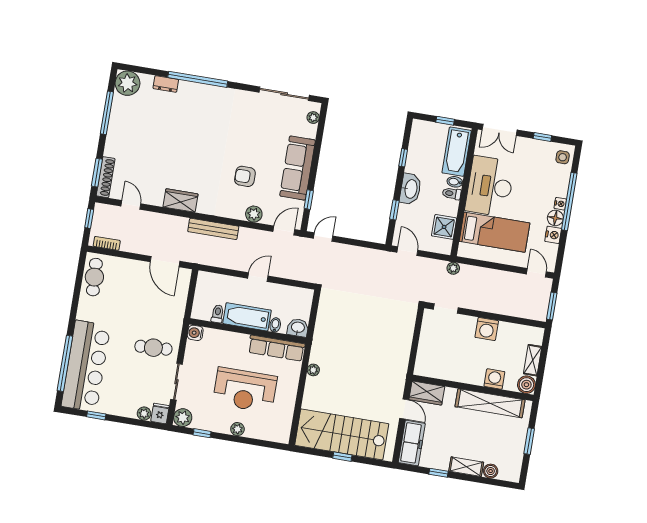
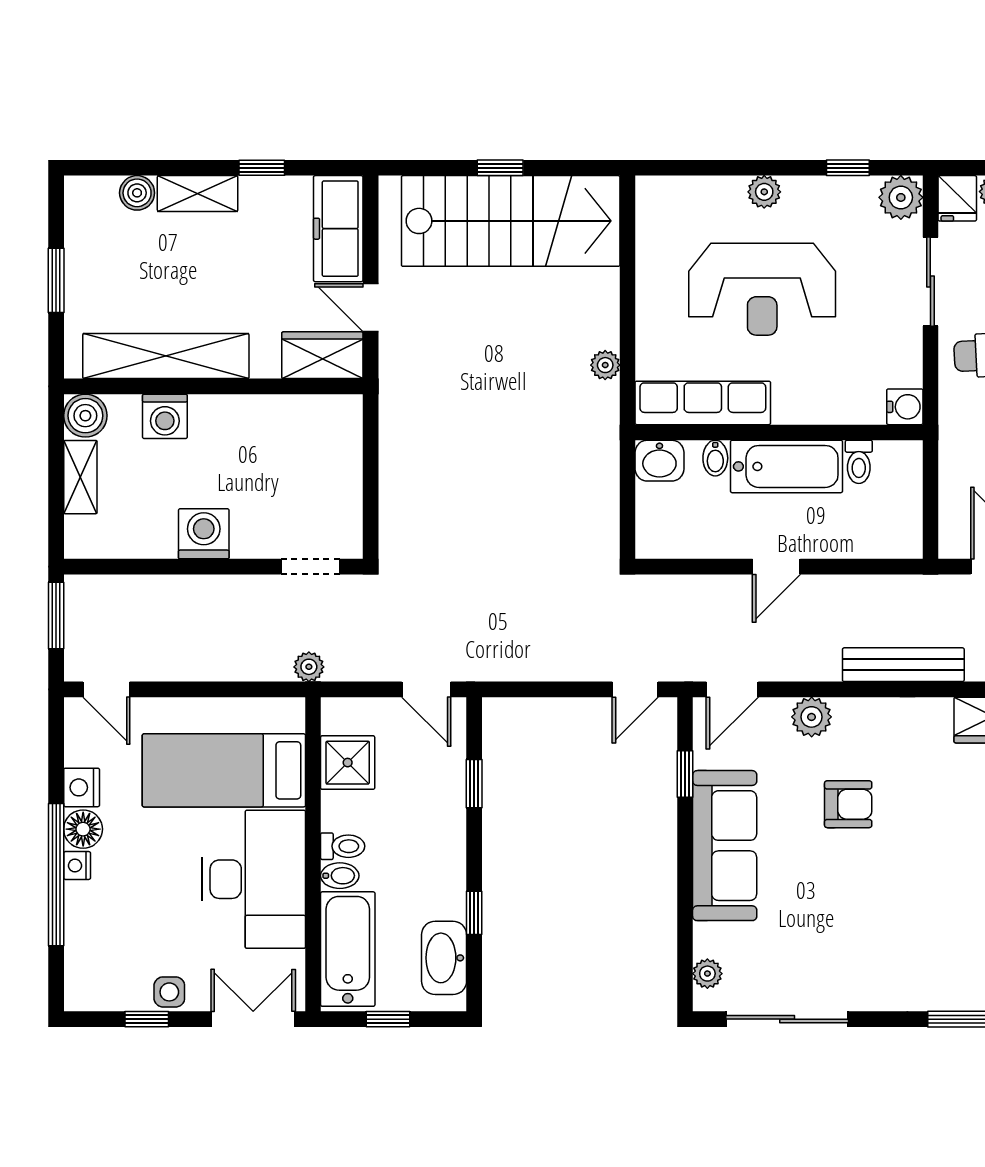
side table: (563, 157) -> (169, 992), moved
washbasin: (410, 189) -> (444, 958), moved
reception desk: (245, 390) -> (762, 289), turned 180

